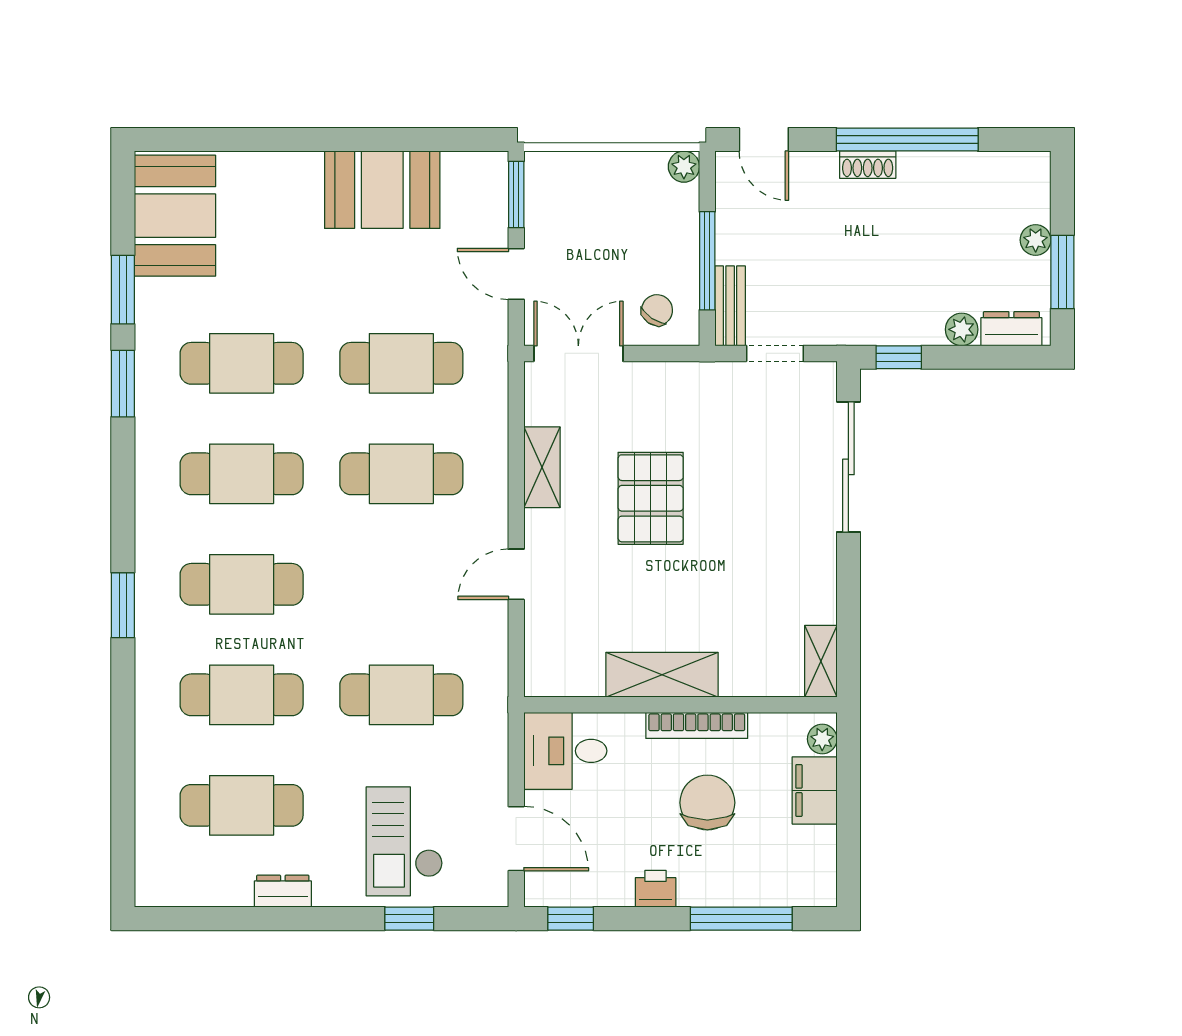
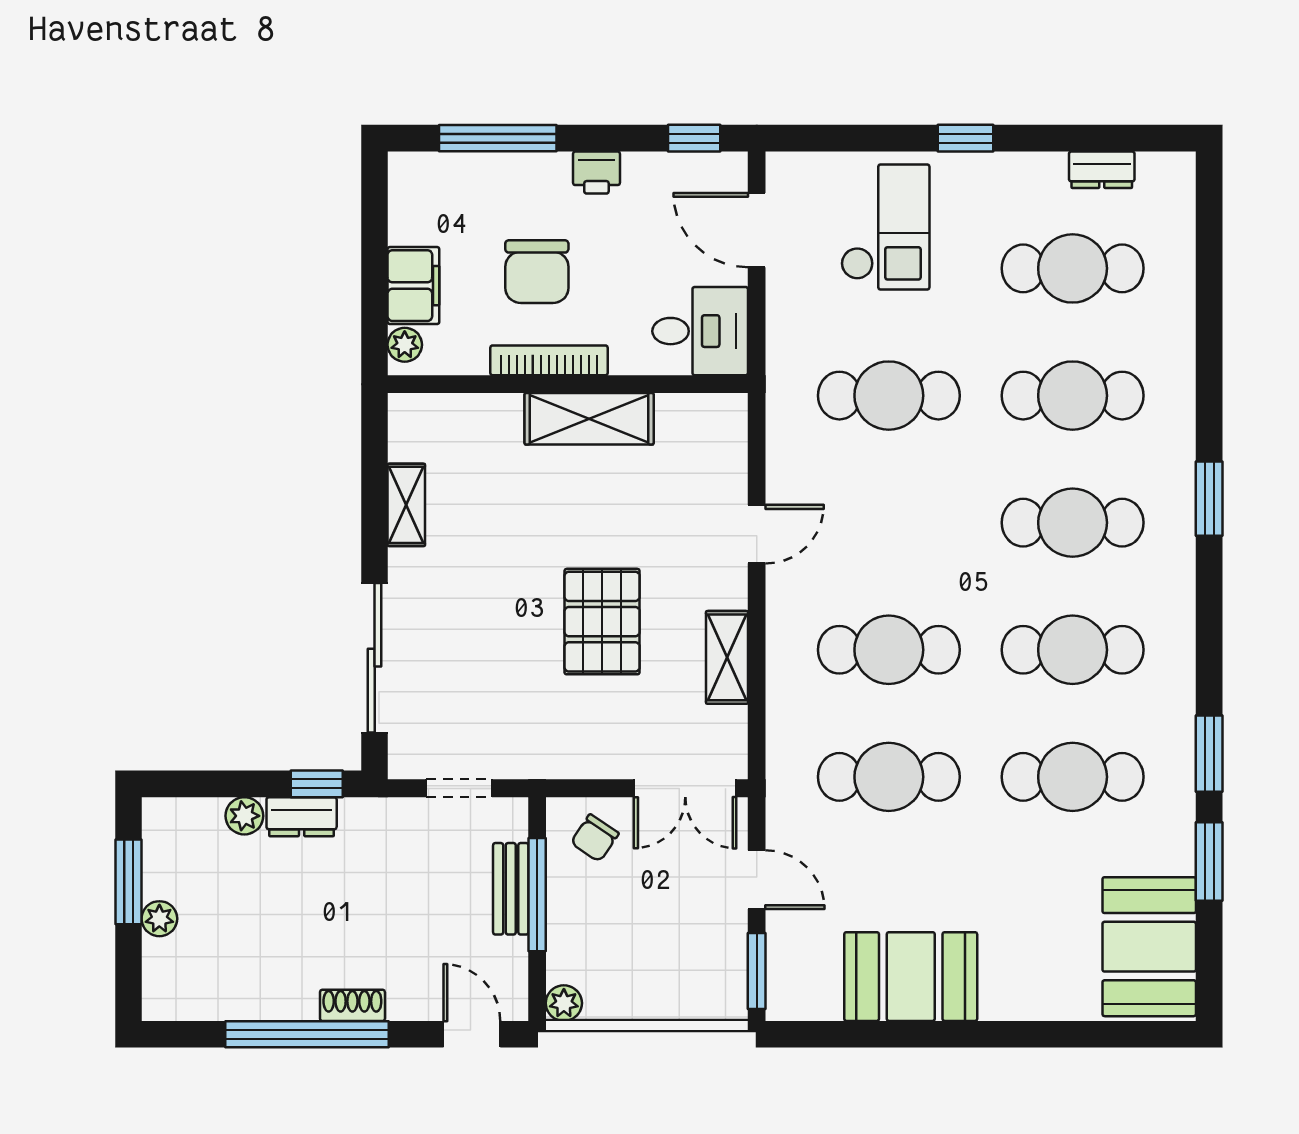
bench: (730, 306) -> (511, 889), moved
dresser: (1011, 329) -> (302, 817), moved
shelving: (821, 661) -> (406, 505), moved
dresser: (283, 891) -> (1102, 170), moved
window: (409, 919) -> (965, 138), moved

